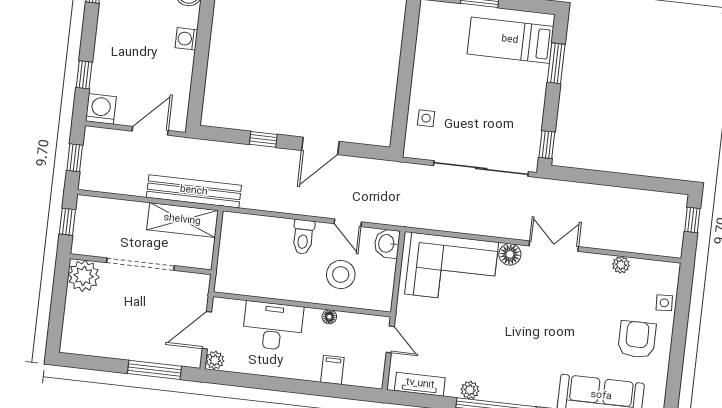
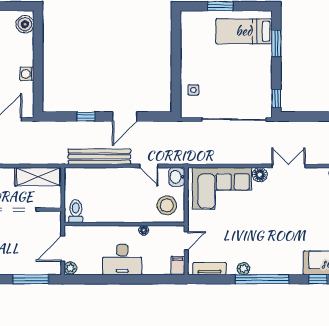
washing machine: (186, 39) -> (27, 74), moved
bench: (194, 191) -> (99, 157), moved
toilet: (303, 237) -> (76, 211), moved, turned 180
stool: (341, 275) -> (167, 205), moved
desk: (273, 326) -> (122, 260), moved, turned 180
door: (390, 339) -> (186, 241), hinge flipped
filing cabinet: (332, 370) -> (178, 266), moved

